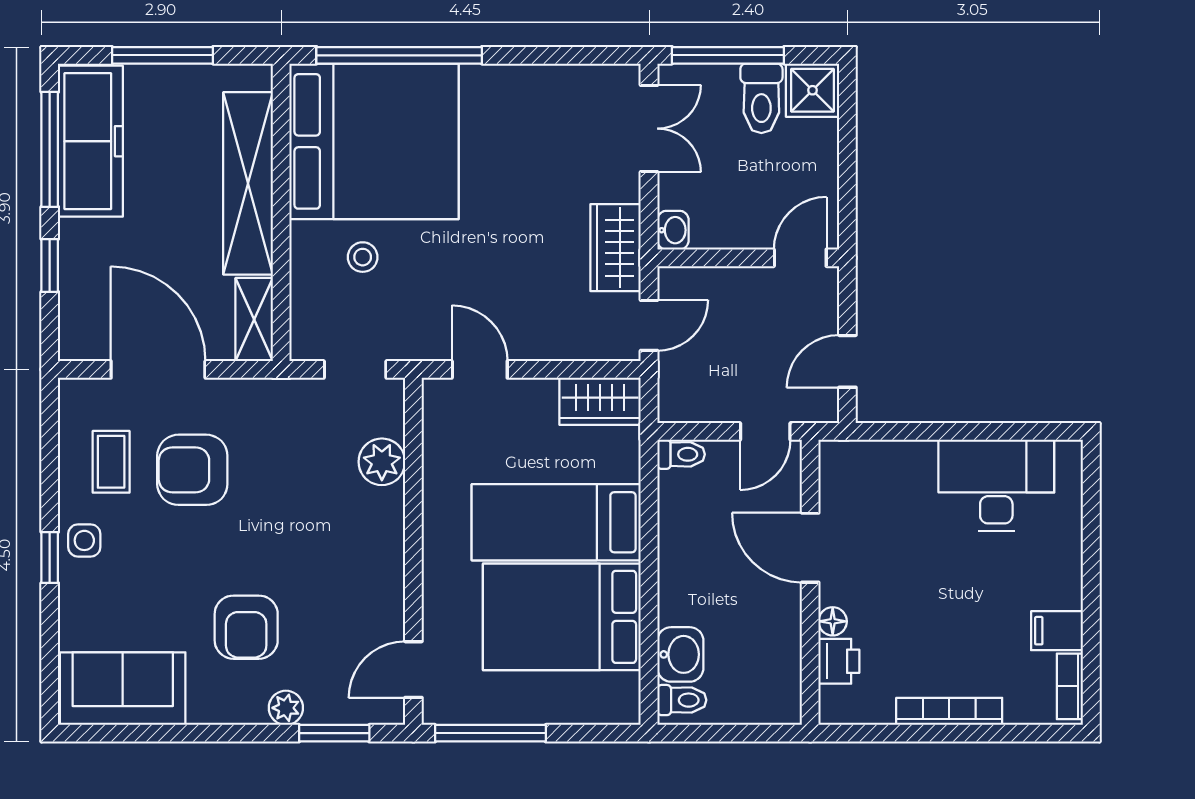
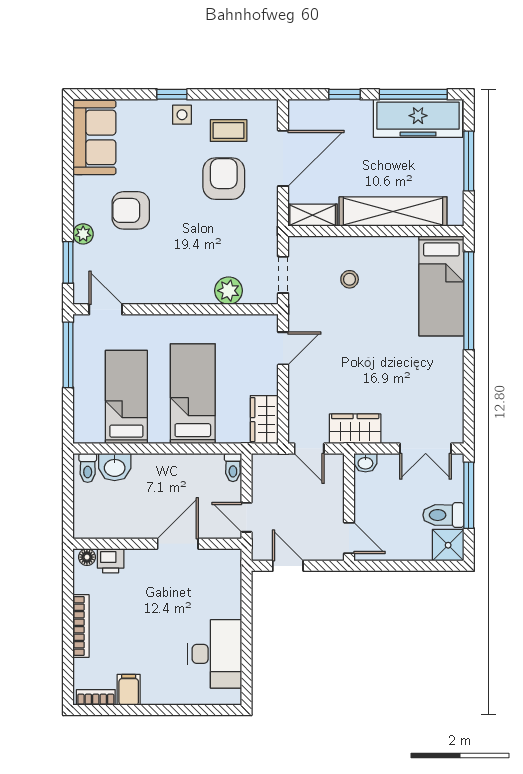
bed: (374, 141) -> (441, 286), width x0.49
bed: (562, 617) -> (126, 397), width x0.67
floor lamp: (833, 621) -> (87, 557), moved

